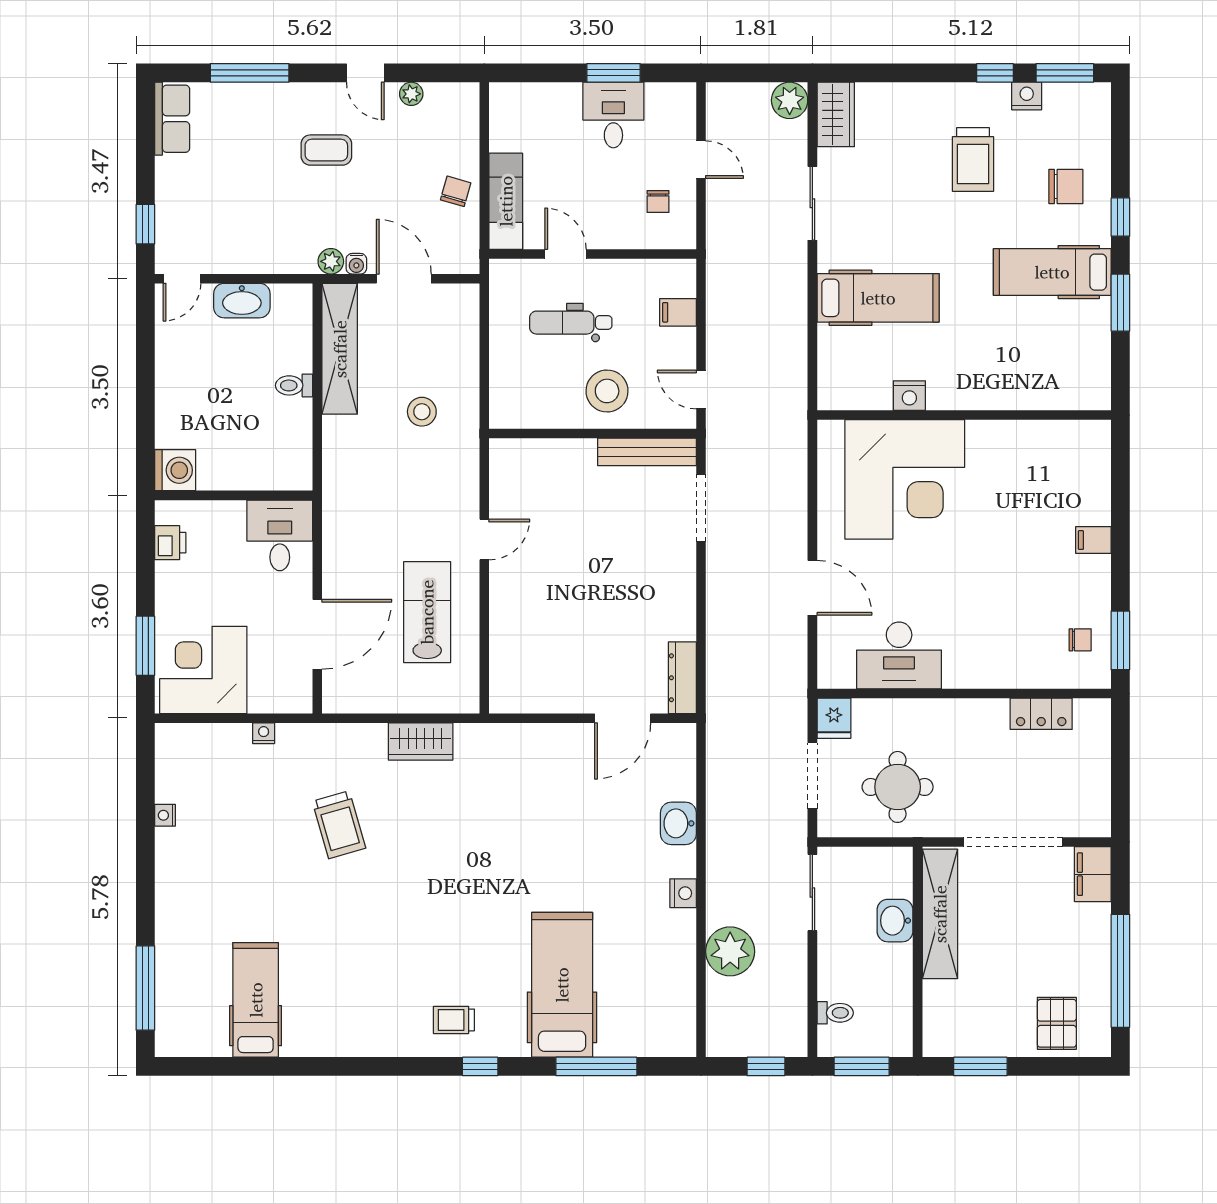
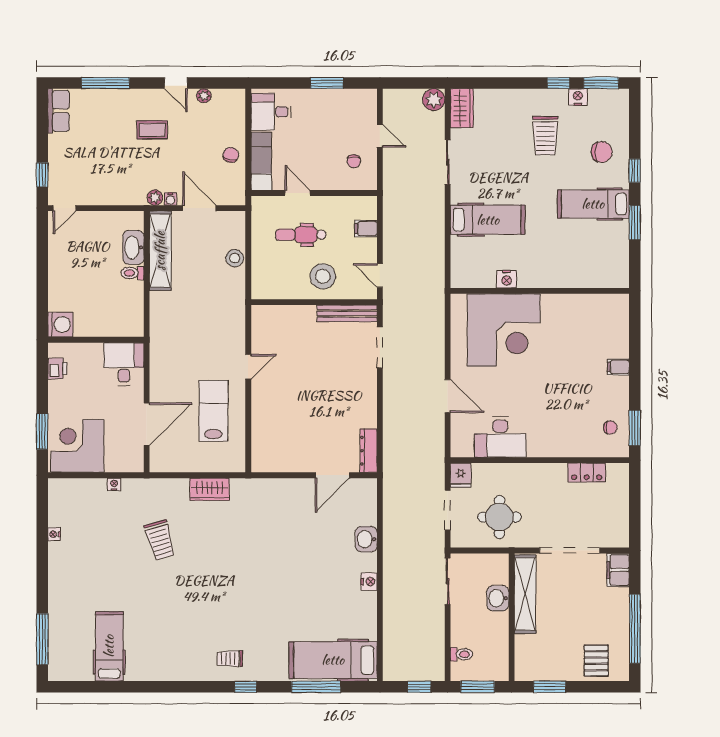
desk: (613, 115) -> (271, 112), moved, turned -90
washbasin: (242, 301) -> (133, 247), moved, turned 90
stool: (422, 412) -> (235, 258), moved
plant: (730, 951) -> (398, 617), removed
hospital bed: (562, 985) -> (333, 660), moved, turned -90

